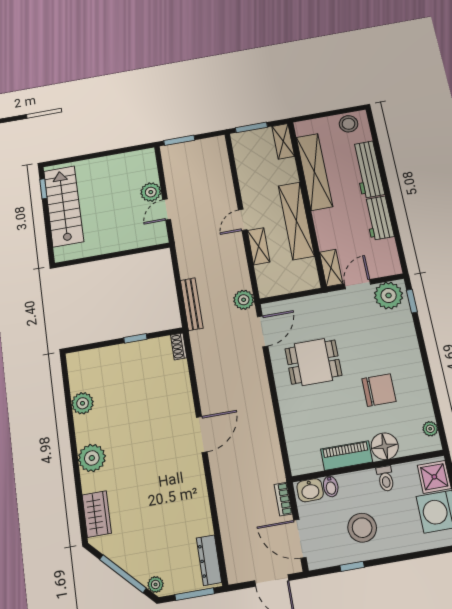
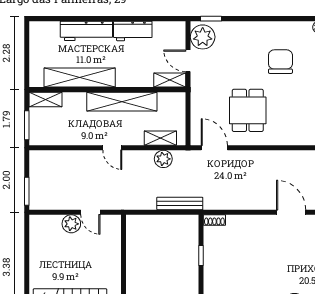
stool: (349, 124) -> (40, 39), removed
shelving: (259, 246) -> (160, 138), moved
plant: (244, 300) -> (163, 159), moved

